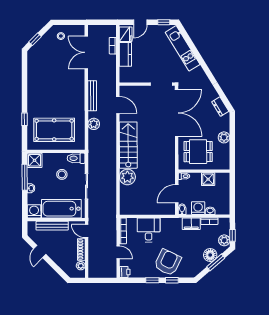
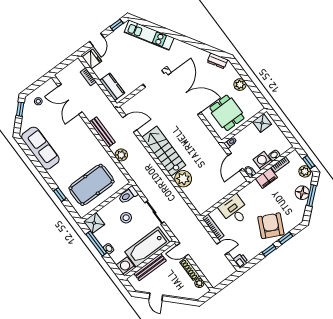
window: (35, 39) -> (20, 109), moved
kitchen counter: (125, 54) -> (112, 87), moved
sofa: (36, 73) -> (40, 148), added
dining table: (198, 152) -> (227, 113), turned 90
shower: (208, 179) -> (262, 123), moved

